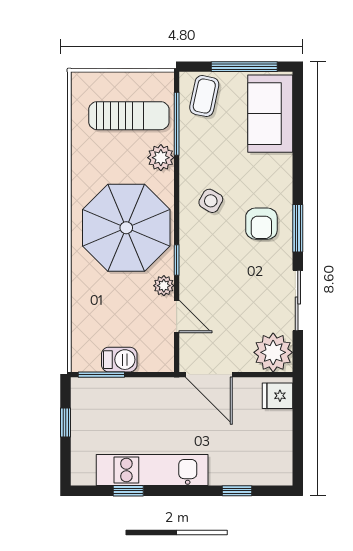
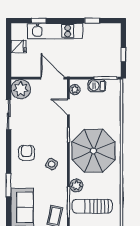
window: (298, 228) -> (9, 185), moved
plant: (164, 286) -> (75, 90), moved
fridge: (278, 396) -> (19, 46), moved
kitchen unit: (152, 470) -> (55, 31), moved

